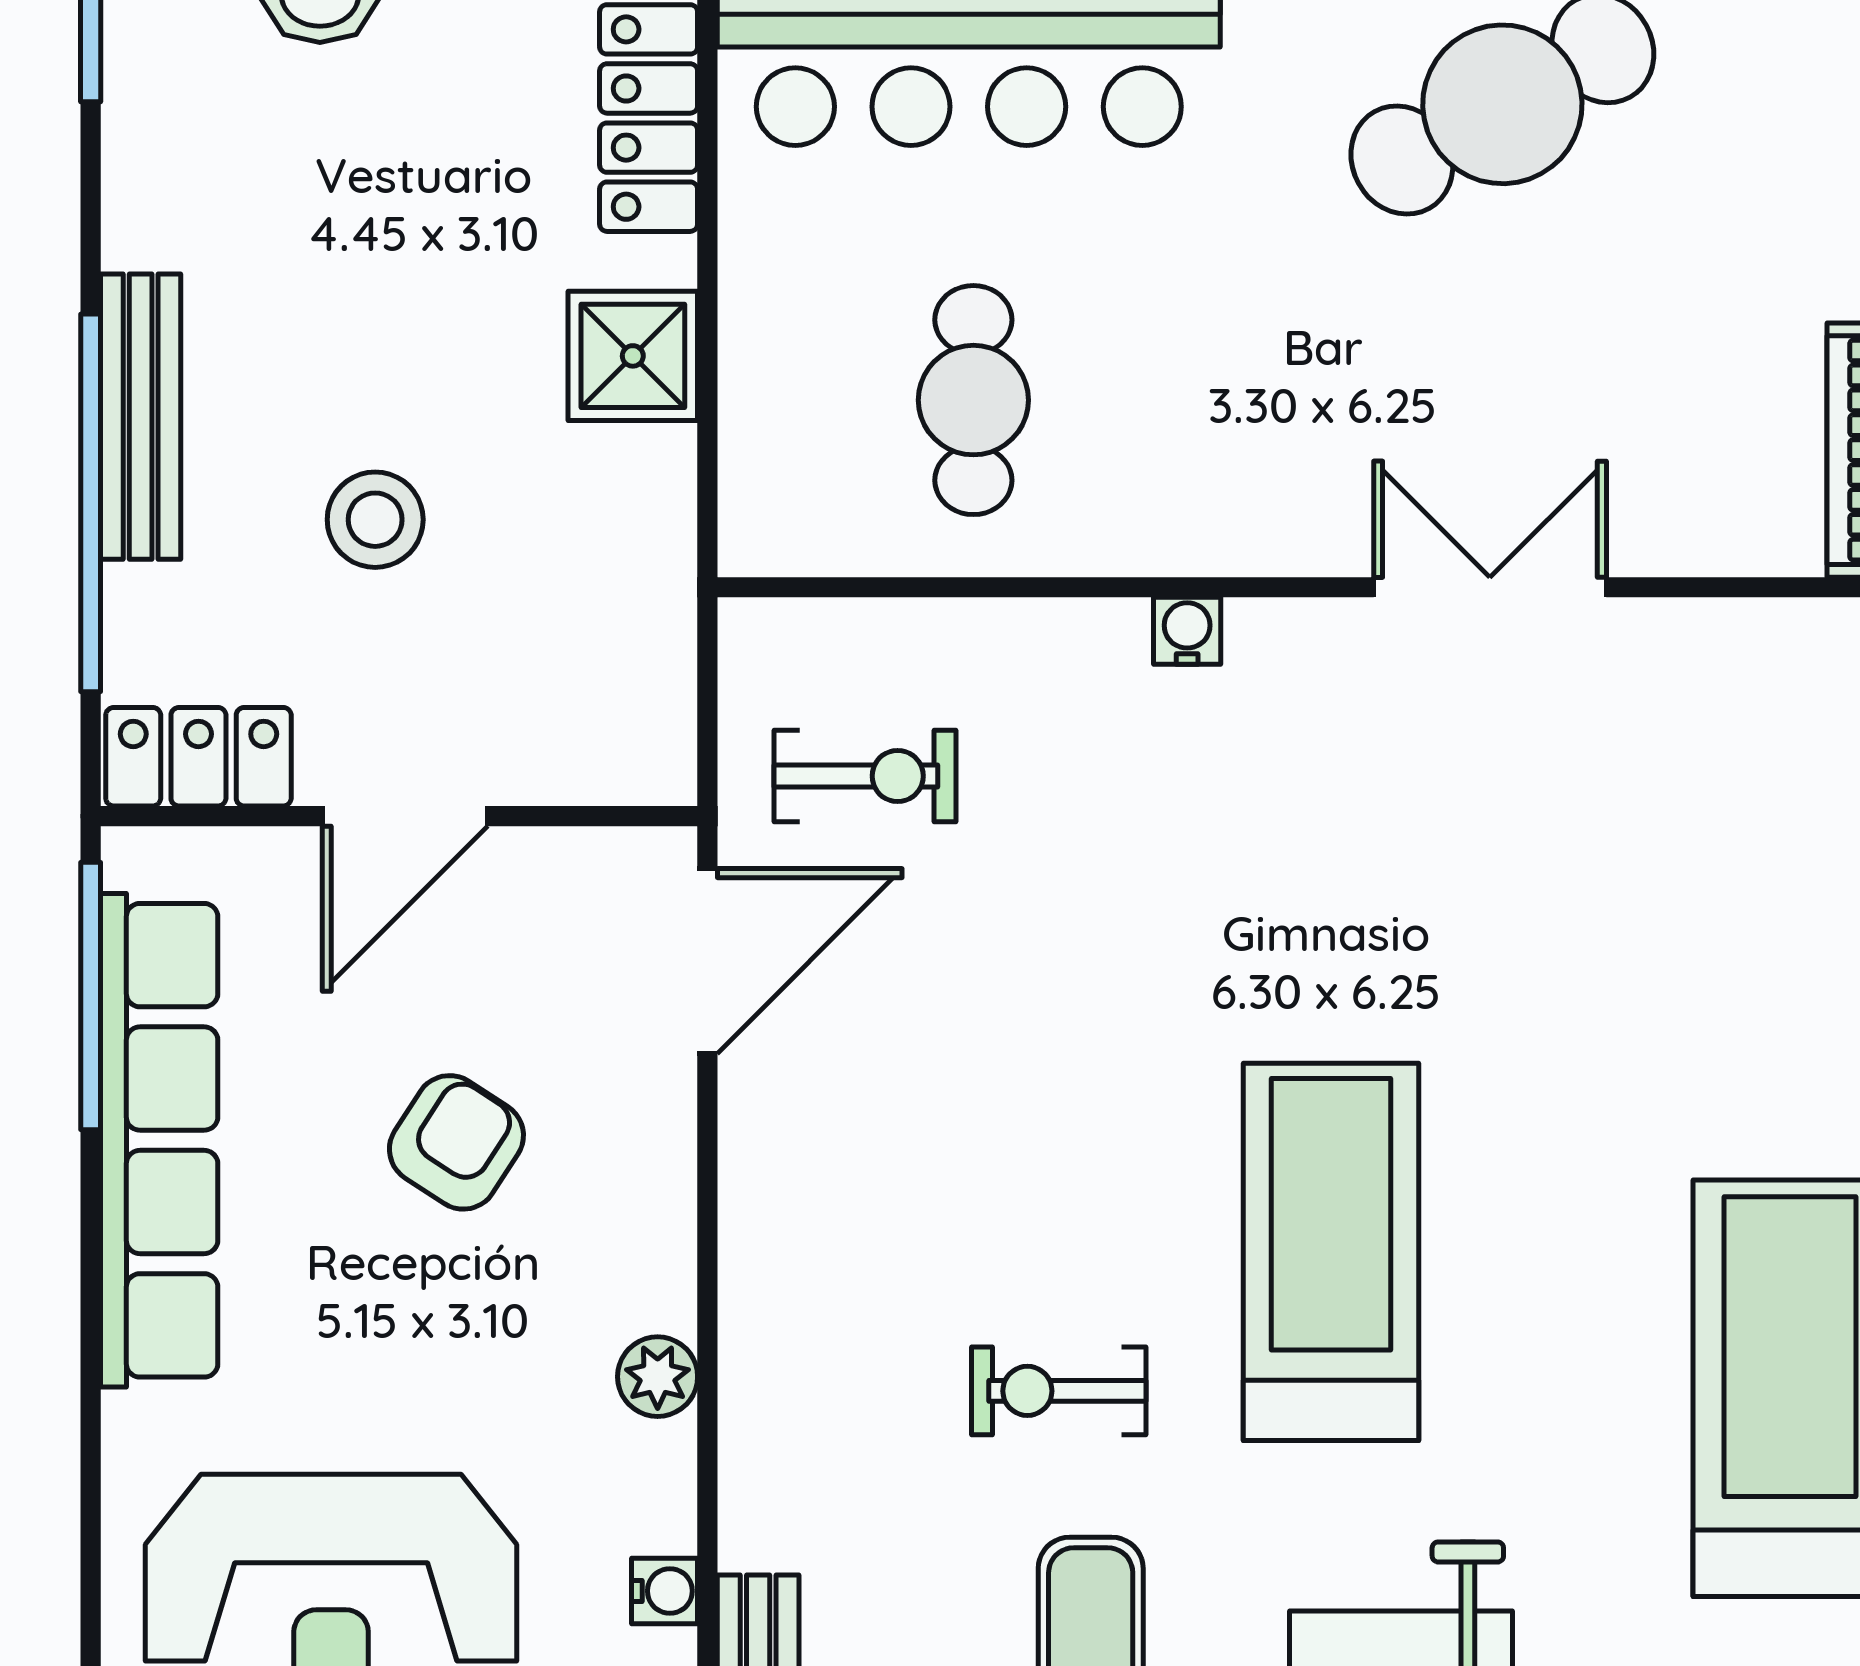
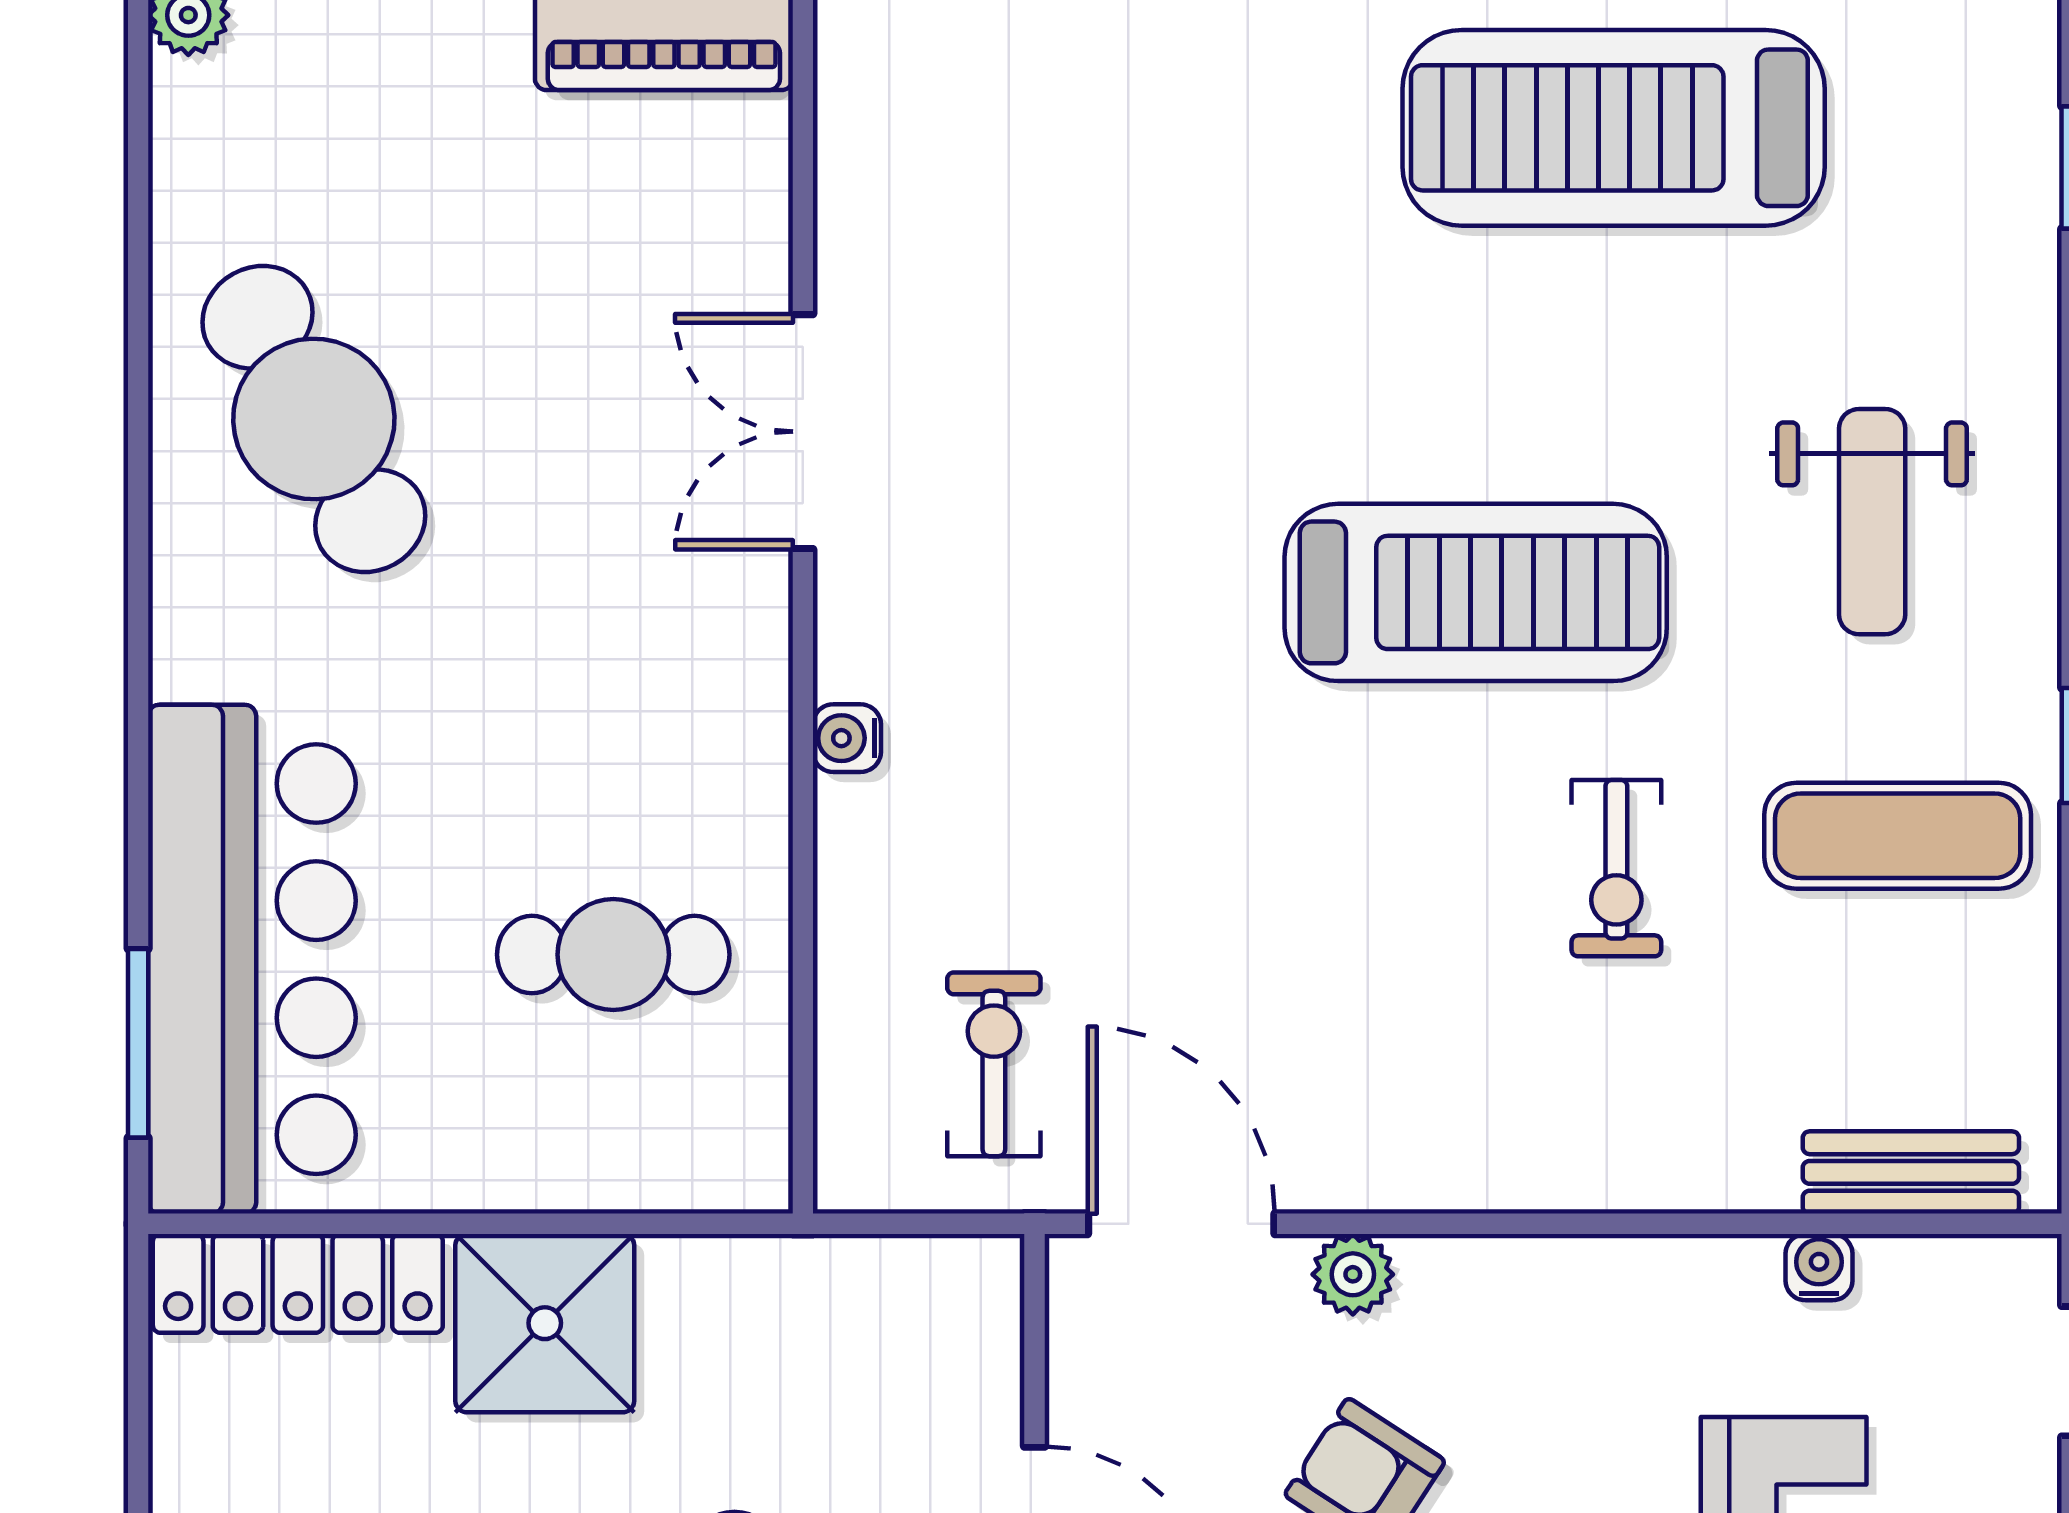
shower: (633, 356) -> (545, 1323), width x1.36, depth x1.36
treadmill: (1331, 1252) -> (1476, 592), turned 180
plant: (658, 1377) -> (1353, 1274), moved

